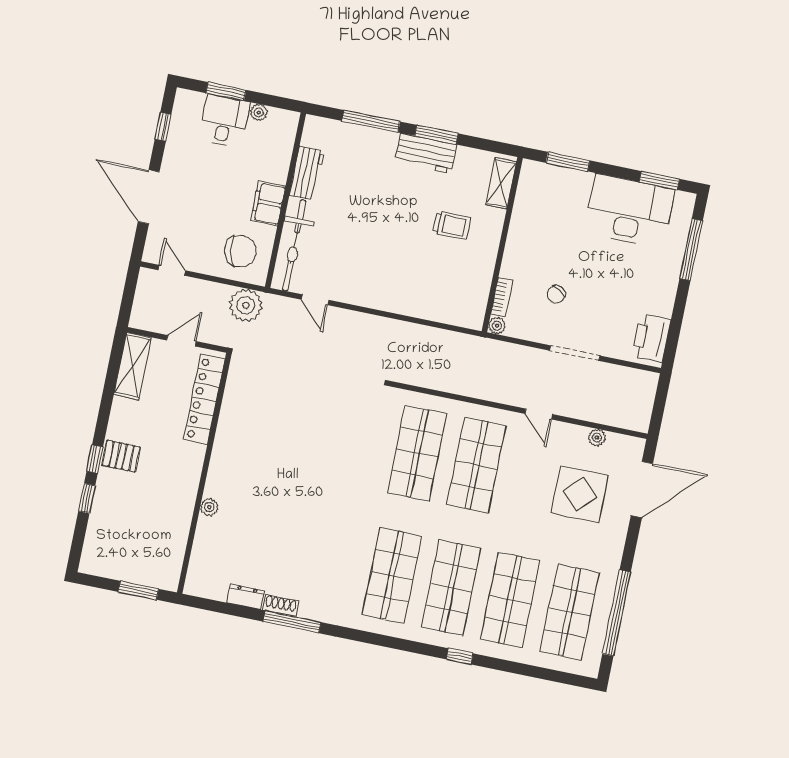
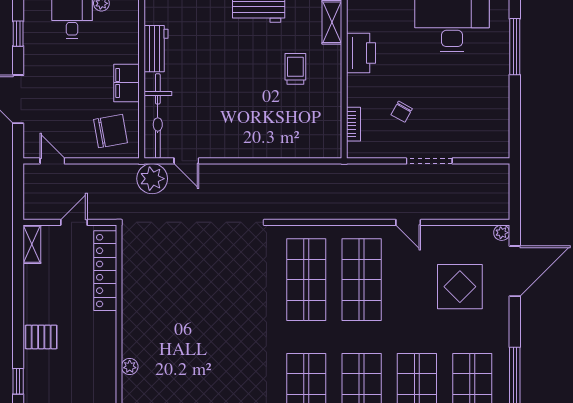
trolley: (452, 225) -> (295, 69), turned -90
plant: (246, 305) -> (152, 179), moved
plant: (497, 326) -> (354, 151), removed
printer: (651, 338) -> (361, 53), moved, turned 180
shelving: (133, 366) -> (32, 244), width x0.67, depth x0.75
plant: (597, 438) -> (502, 233), moved
window: (95, 459) -> (18, 344), removed

